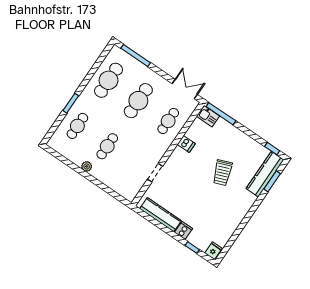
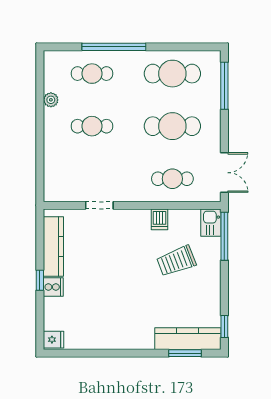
window: (71, 103) -> (114, 47), width x2.11
plant: (87, 166) -> (51, 100), moved
trolley: (222, 173) -> (176, 261), moved
window: (192, 248) -> (40, 280), moved

